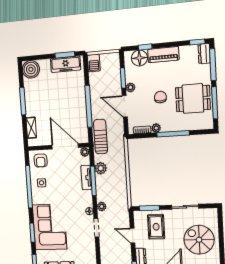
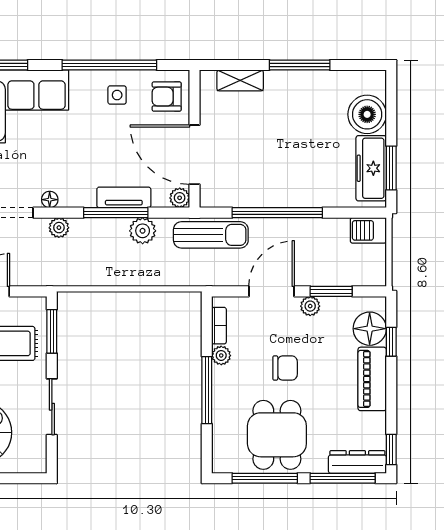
dresser: (204, 54) -> (357, 462), width x1.44
boiler: (31, 69) -> (367, 114), moved
door: (65, 146) -> (194, 155), swing flipped

